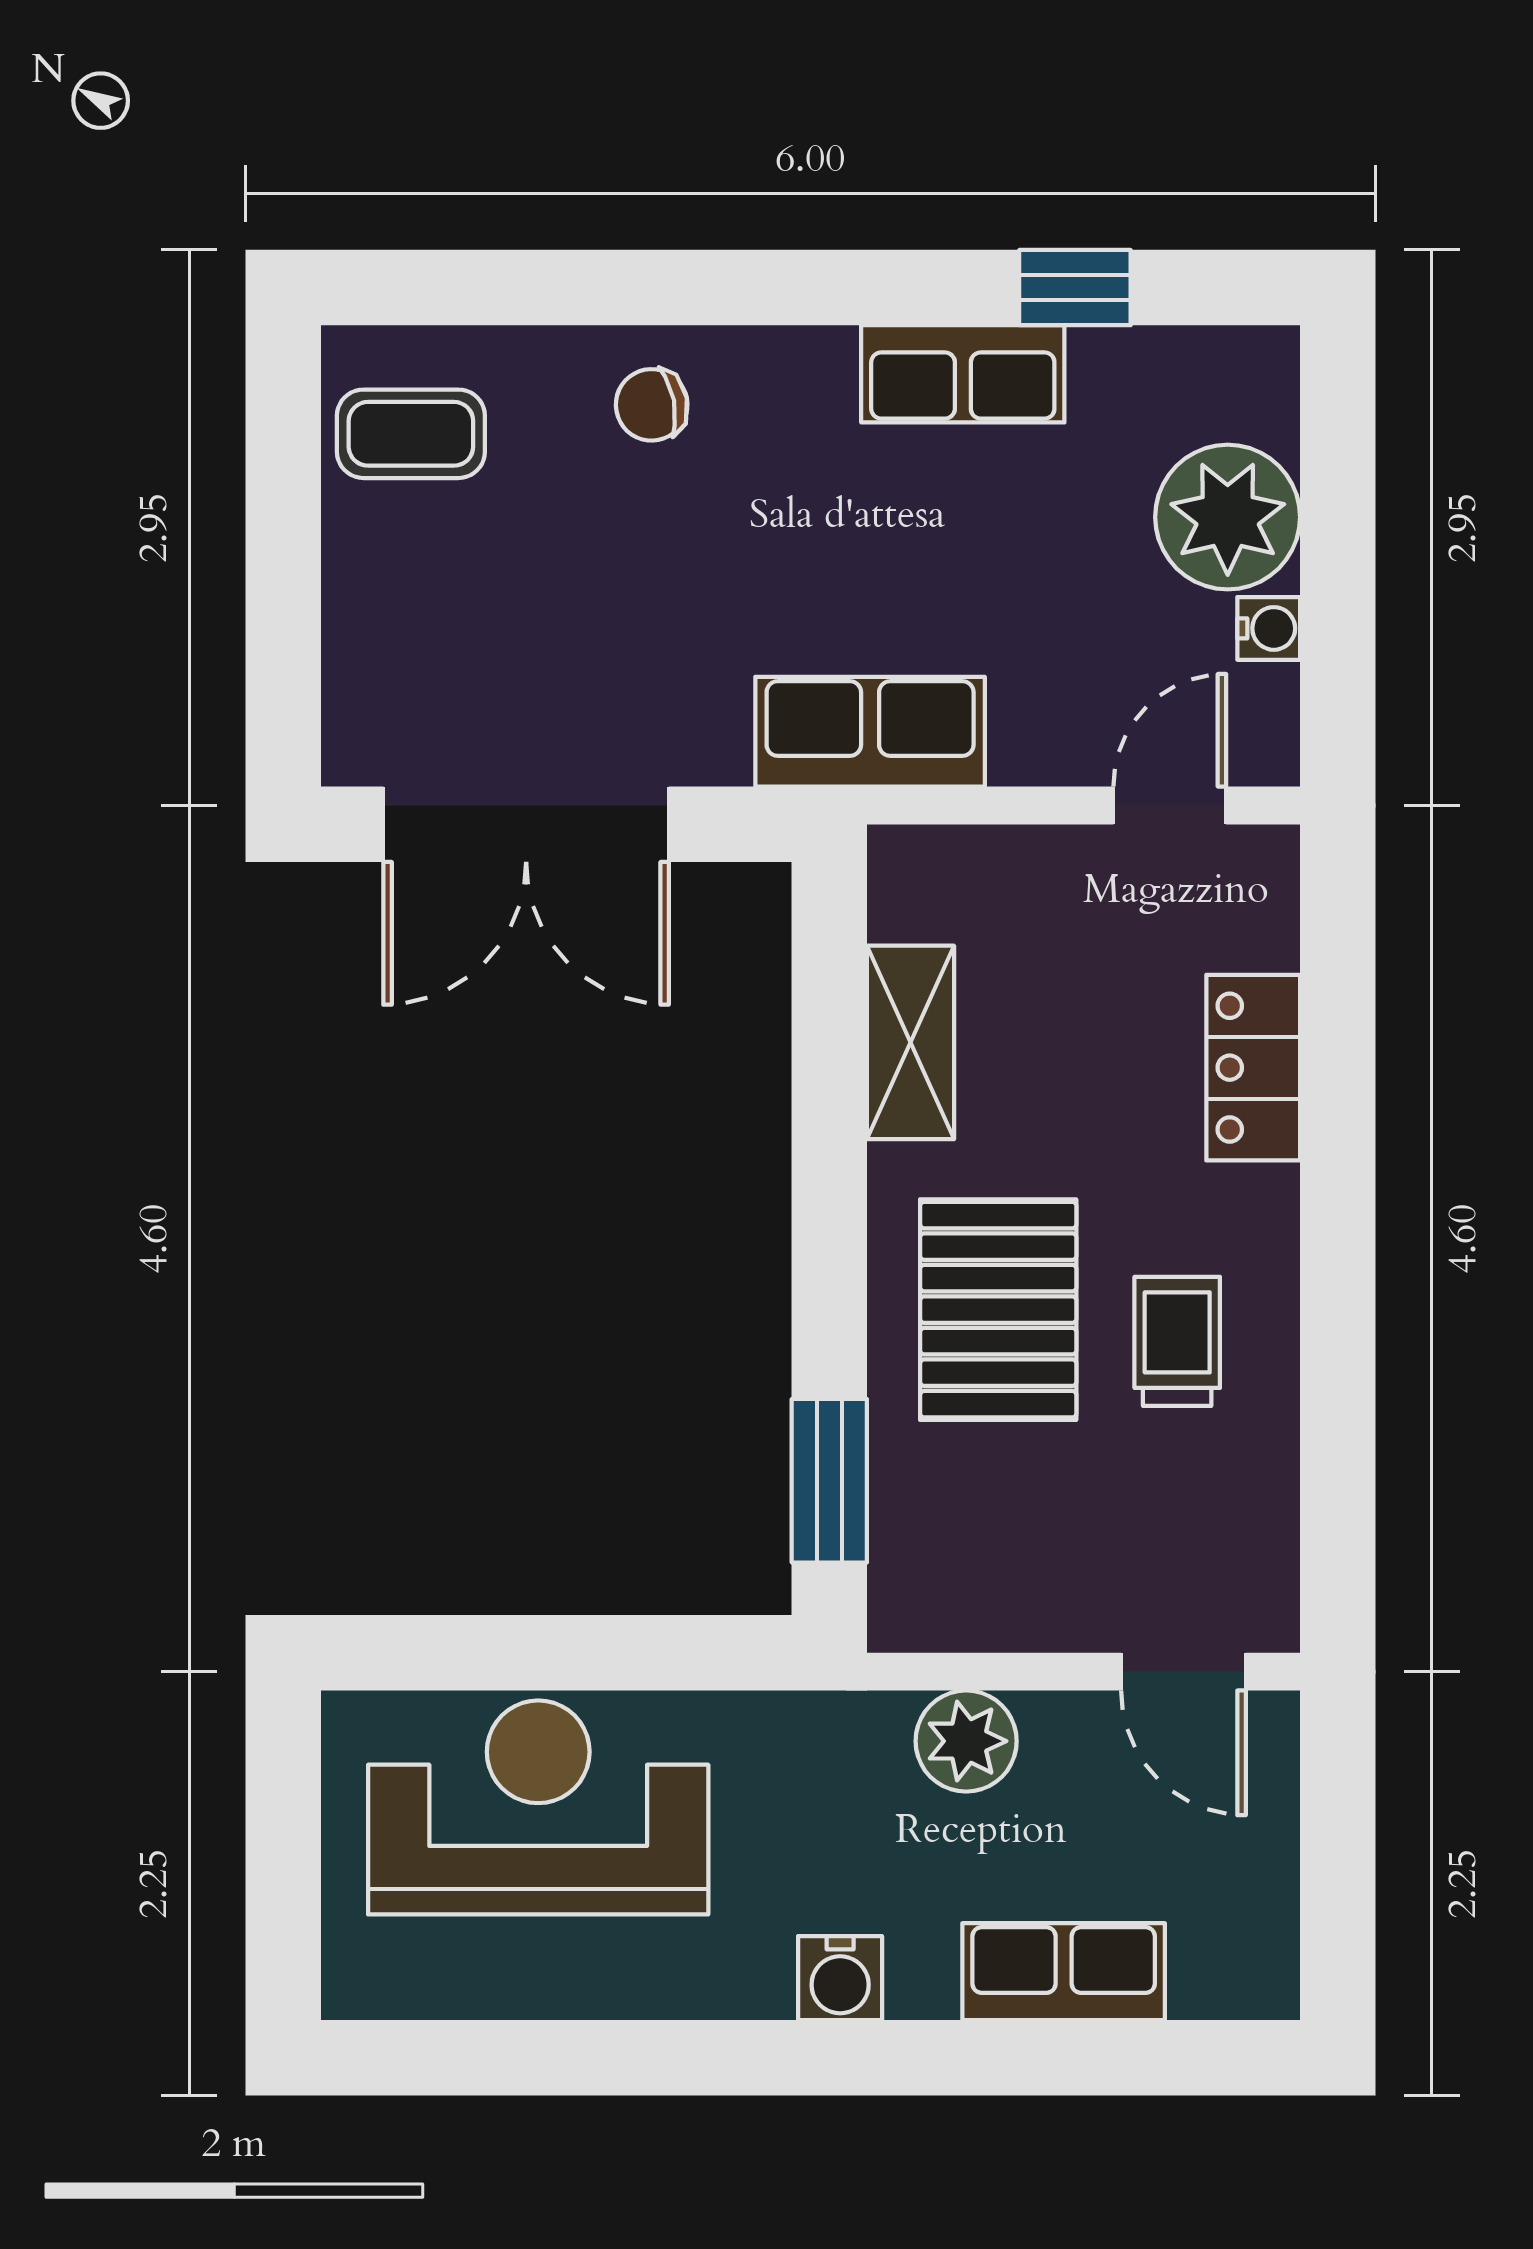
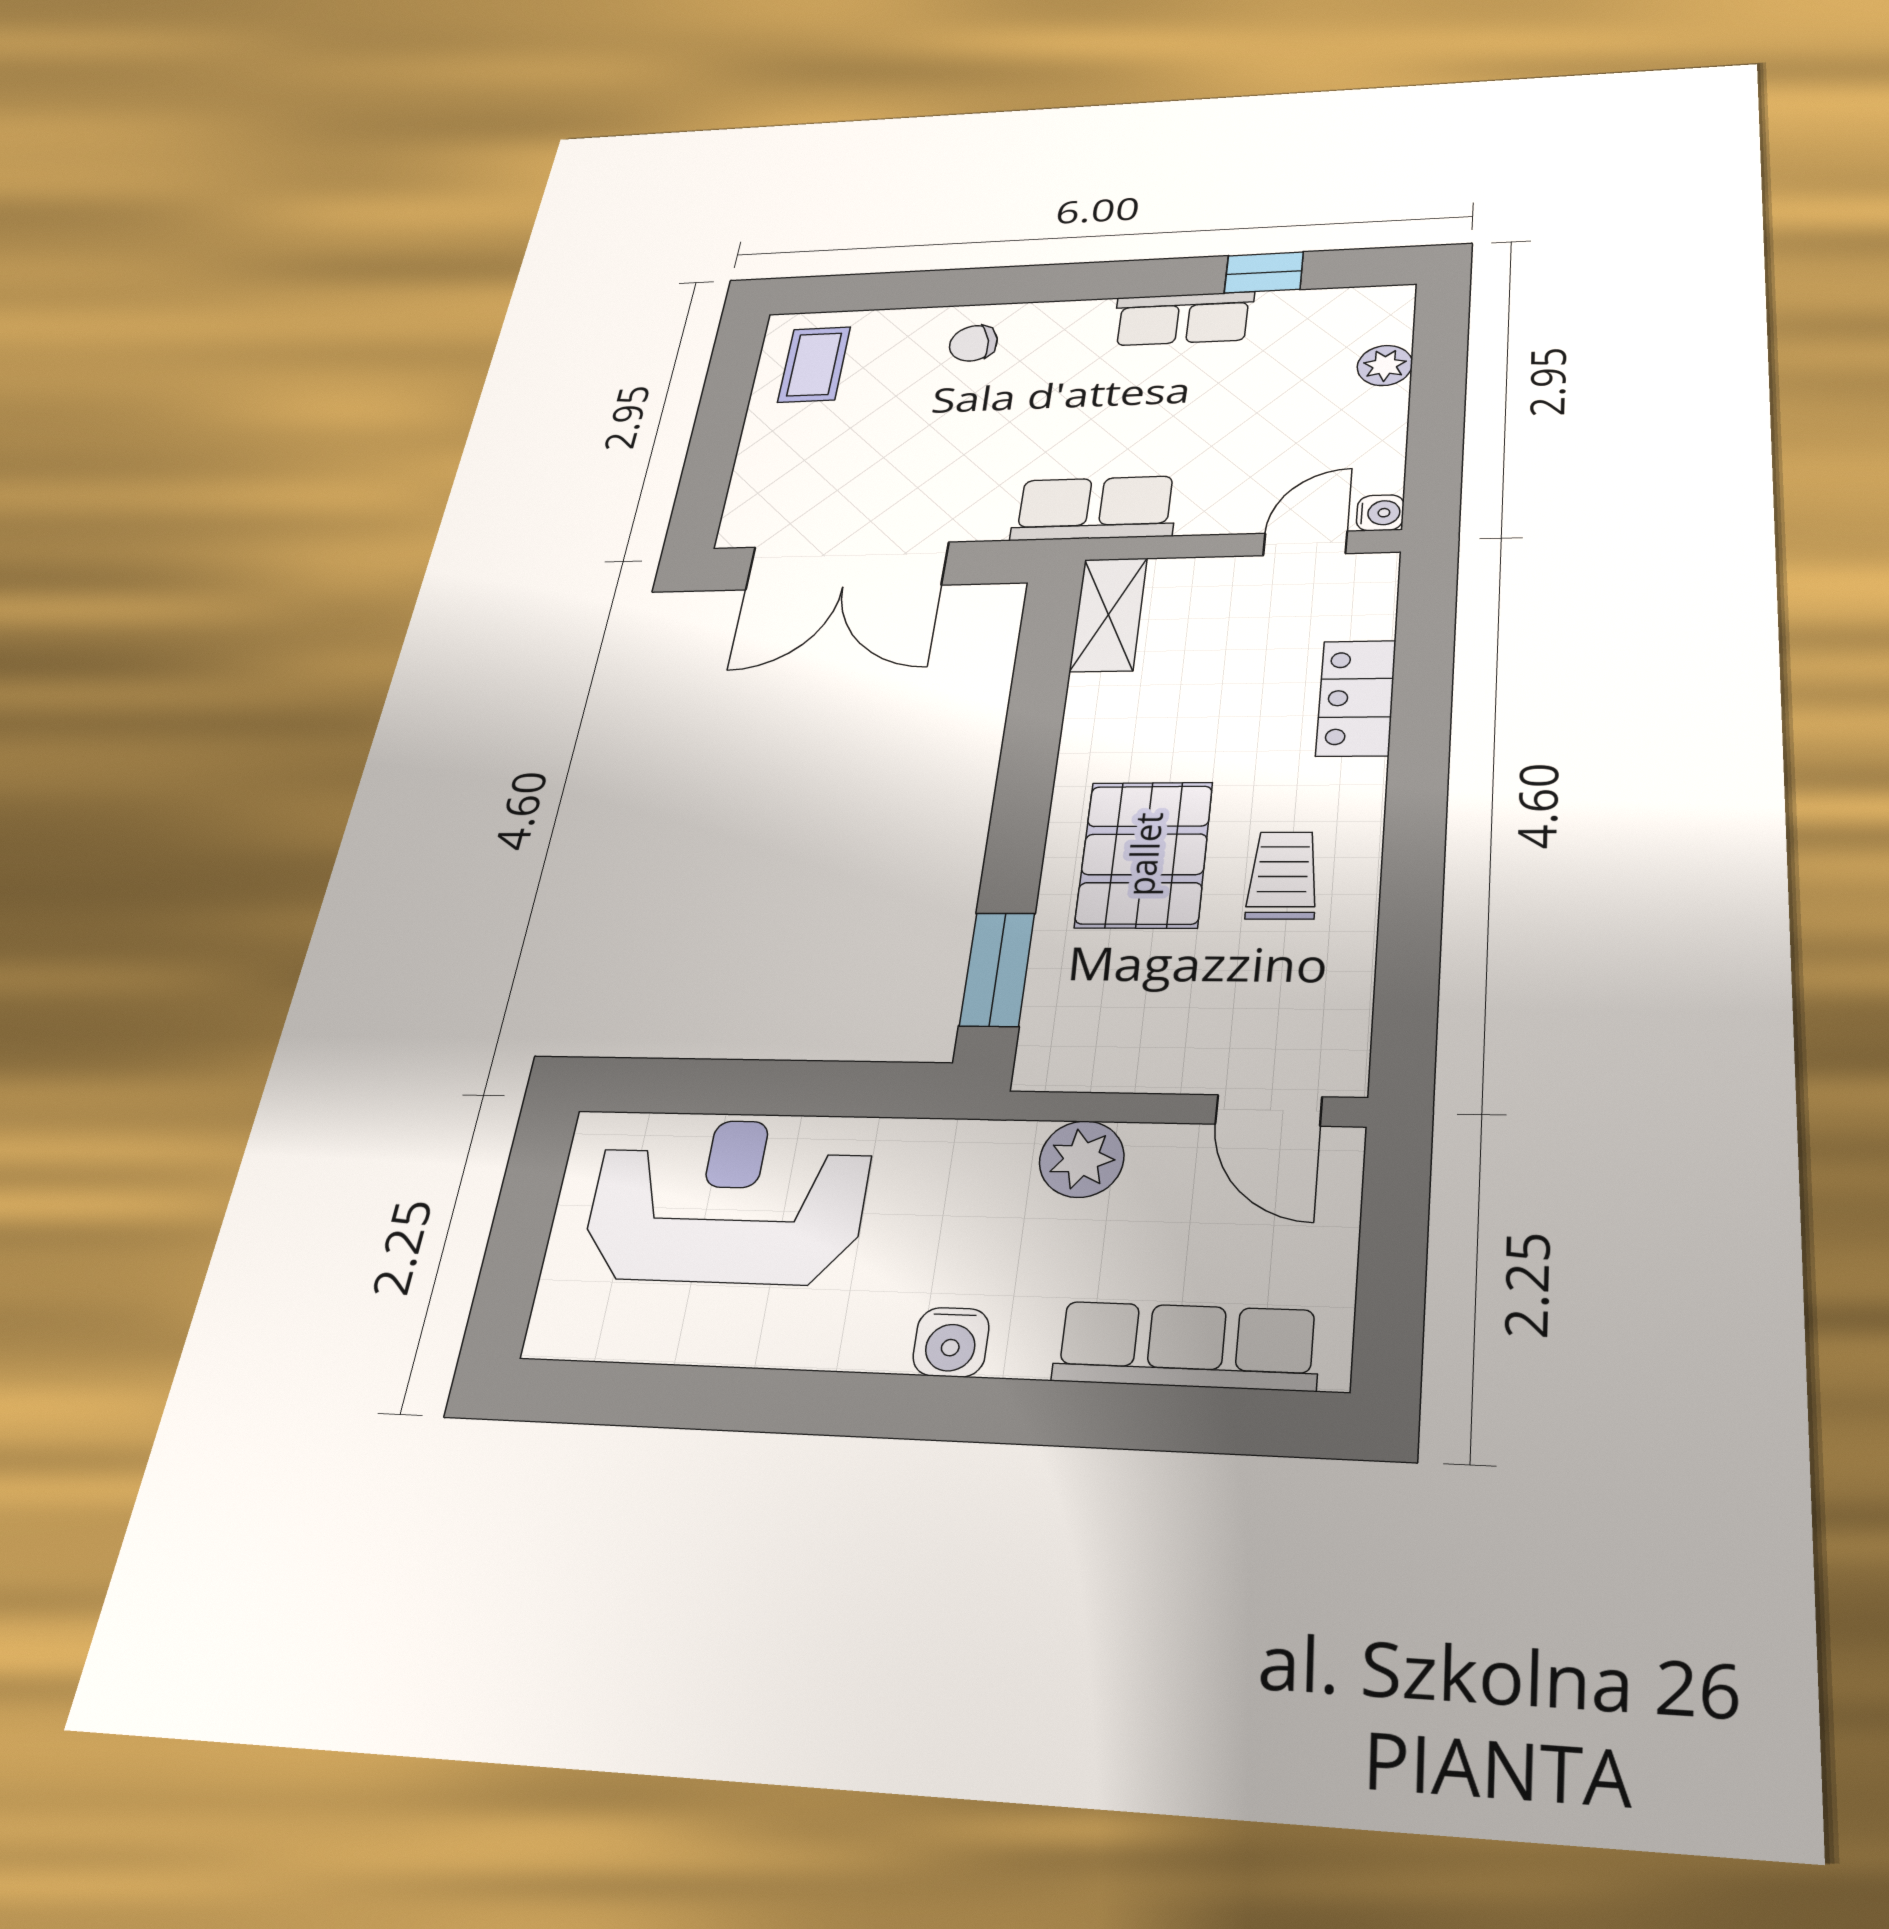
coffee table: (411, 434) -> (814, 364), turned 90
plant: (1228, 517) -> (1385, 365), width x0.53, depth x0.53
water cooler: (1269, 628) -> (1380, 513), moved
shelving: (911, 1042) -> (1108, 614), moved
row of seats: (1064, 1972) -> (1186, 1346), width x1.48

